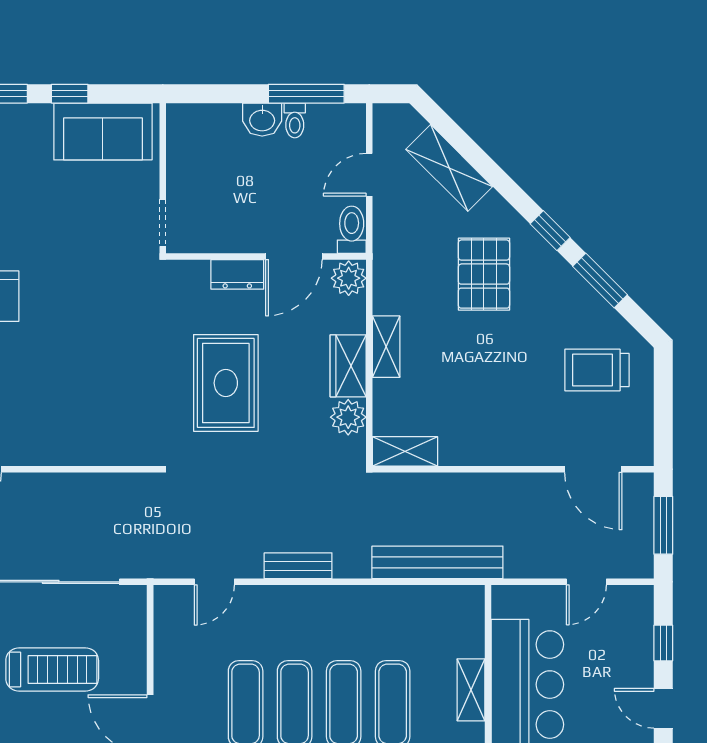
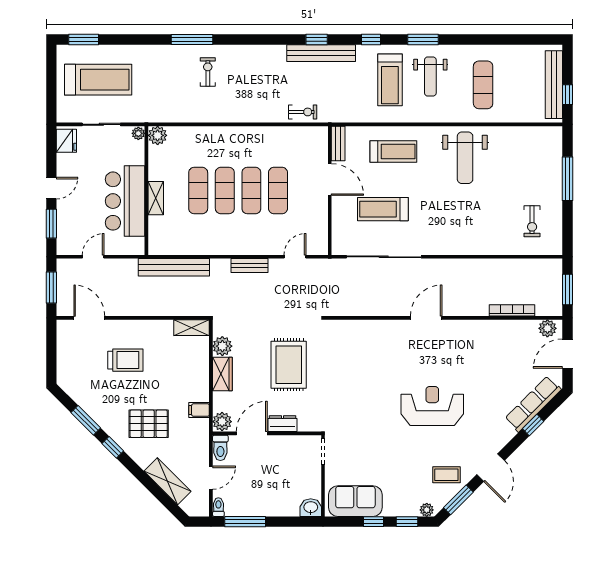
washbasin: (262, 120) -> (311, 508), moved
toilet: (295, 120) -> (218, 507), moved
pallet: (484, 274) -> (149, 424), turned 90
filing cabinet: (391, 299) -> (199, 410), added
shelving: (386, 347) -> (202, 384), removed
trolley: (597, 370) -> (125, 360), moved
window: (663, 643) -> (51, 224), width x1.50
door: (663, 708) -> (51, 188), hinge flipped

